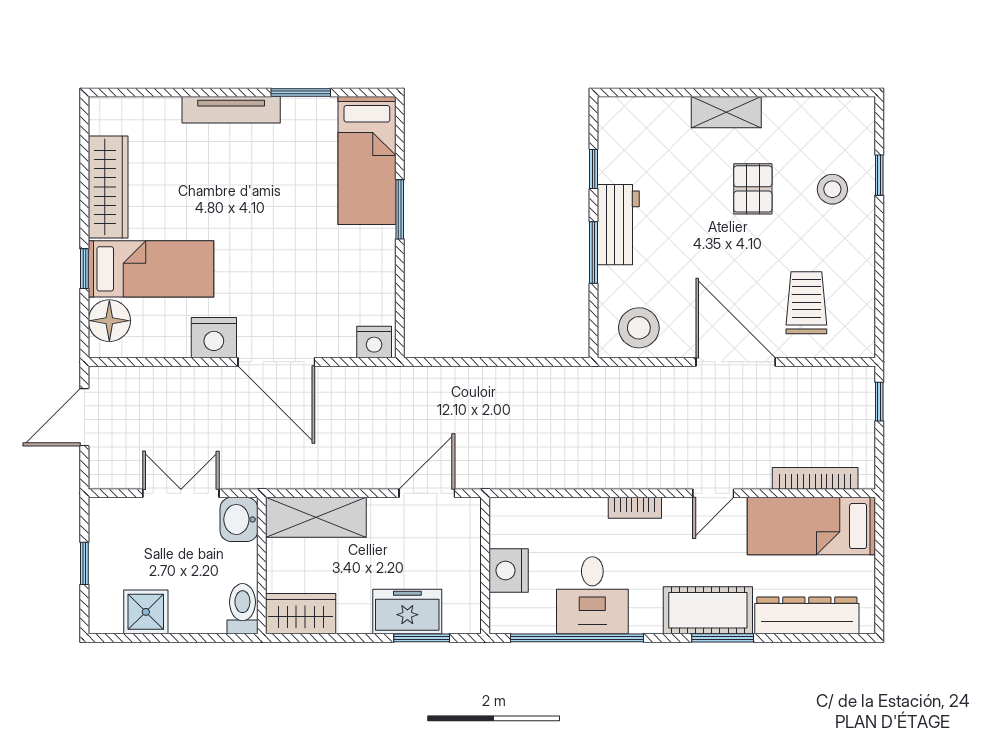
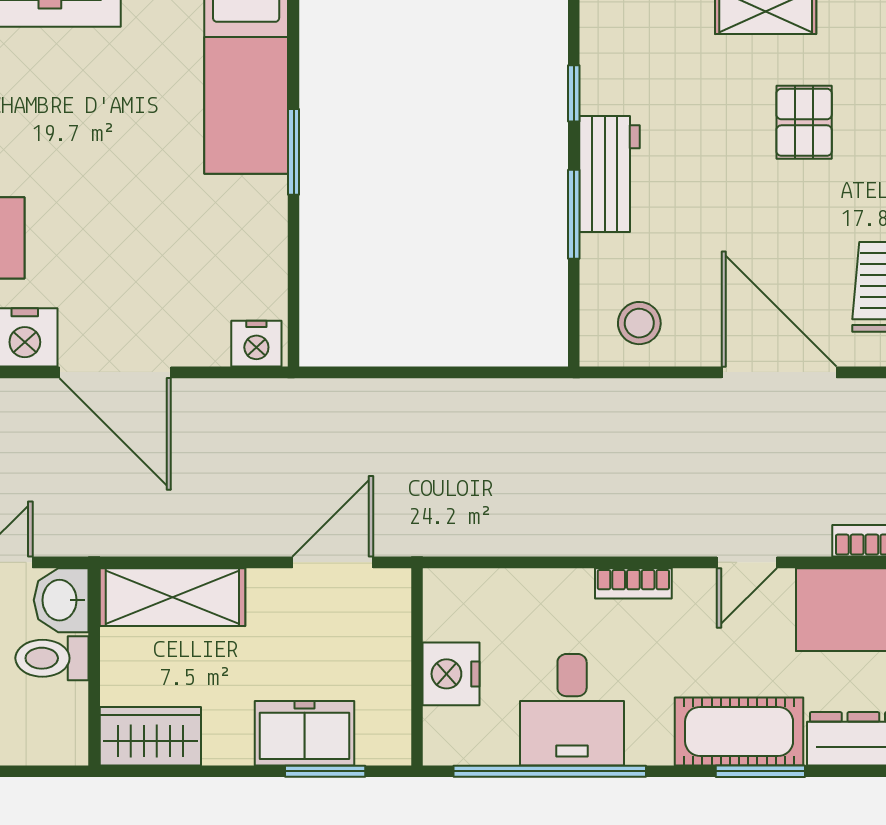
stool: (639, 328) -> (639, 323), width x0.73, depth x0.73
toilet: (242, 609) -> (52, 658), moved, turned -90

